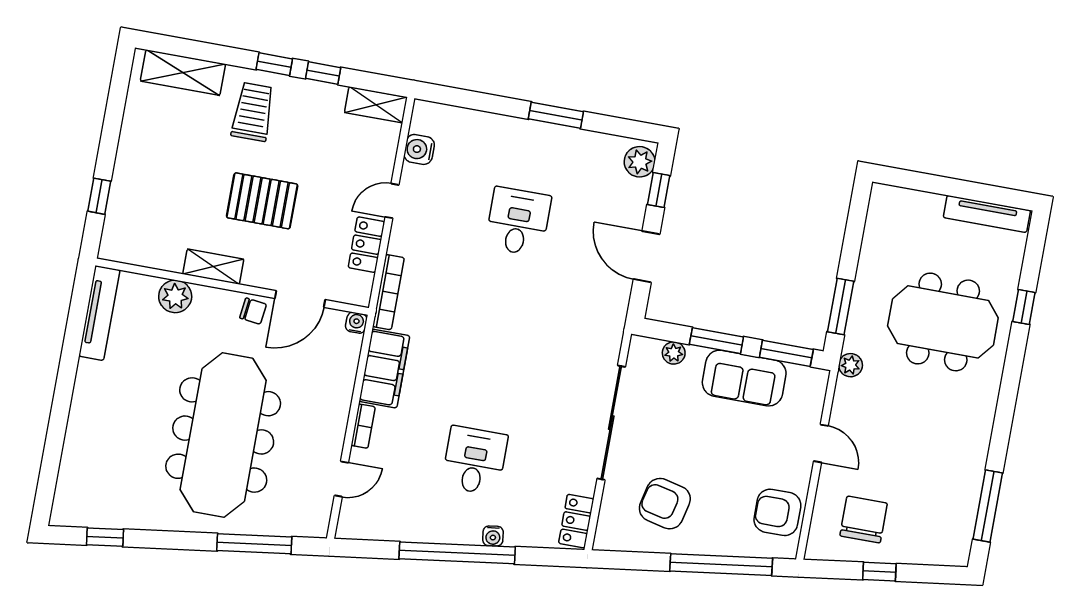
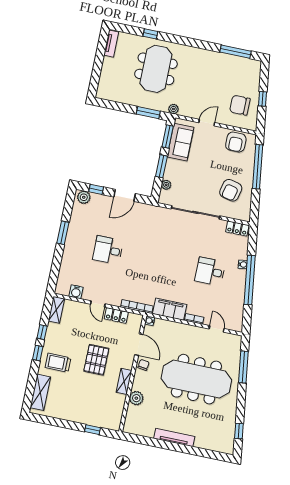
tv unit: (987, 214) -> (111, 44), width x0.71
tv unit: (99, 313) -> (174, 437), moved
sofa: (744, 378) -> (180, 142), moved

